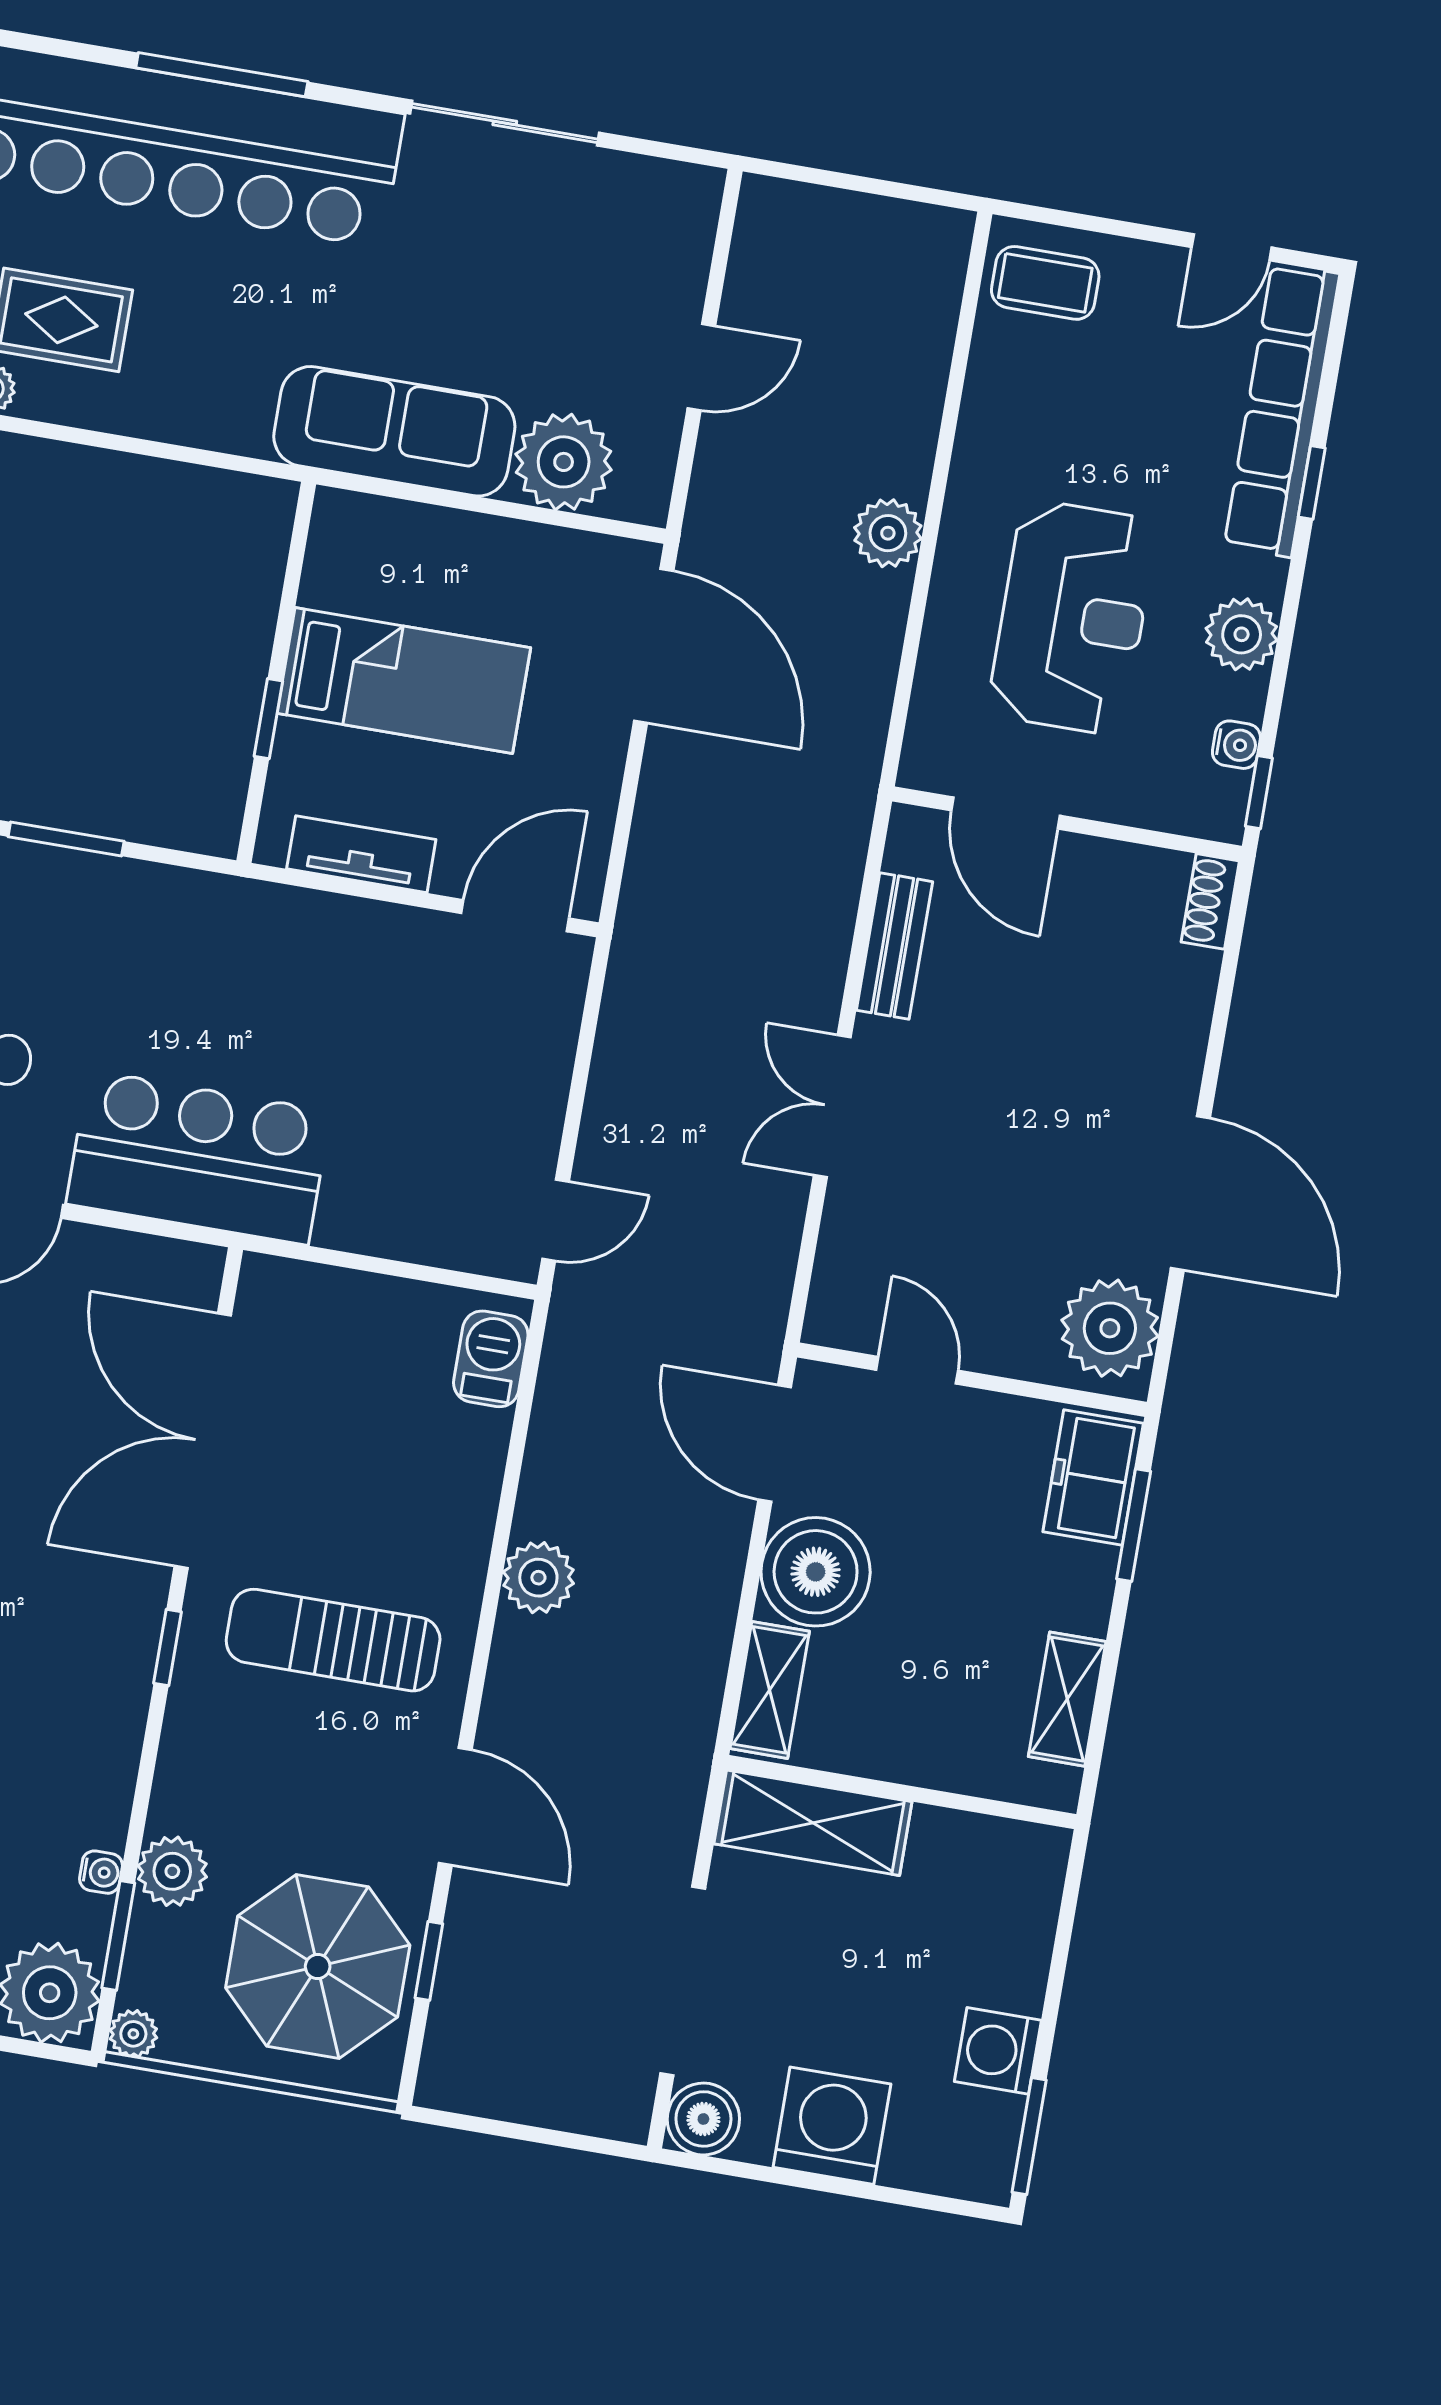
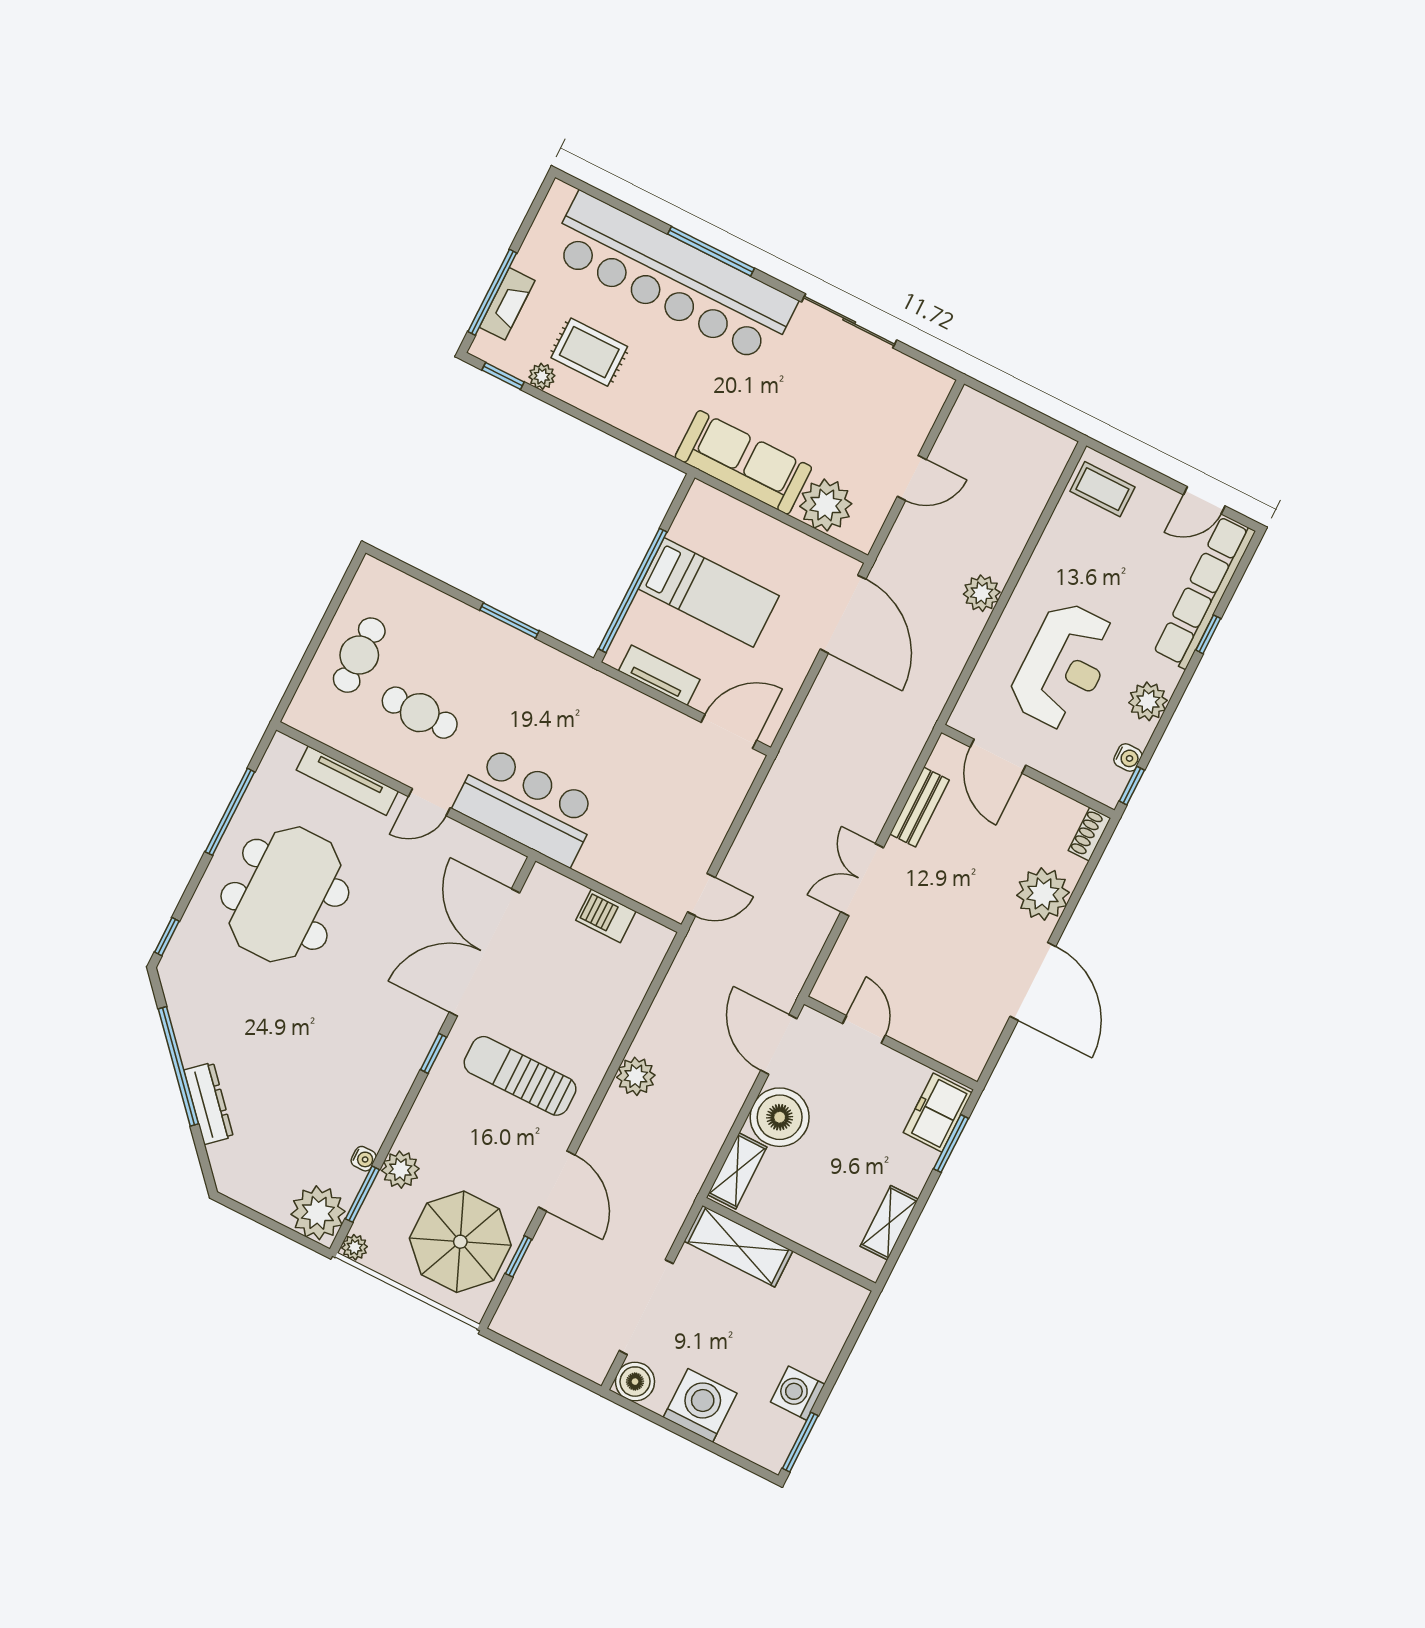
window: (268, 719) -> (633, 590), width x3.17
plant: (1110, 1328) -> (1043, 894), moved
barbecue: (491, 1359) -> (606, 916), moved, turned -90

